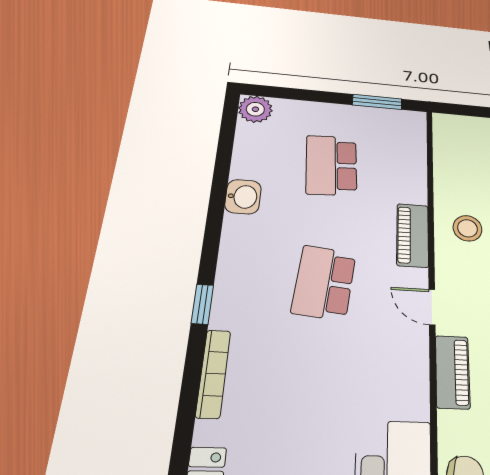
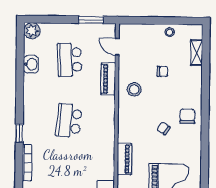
washbasin: (243, 197) -> (31, 64), moved
piano: (413, 235) -> (108, 79), moved
door: (432, 307) -> (117, 47), moved

